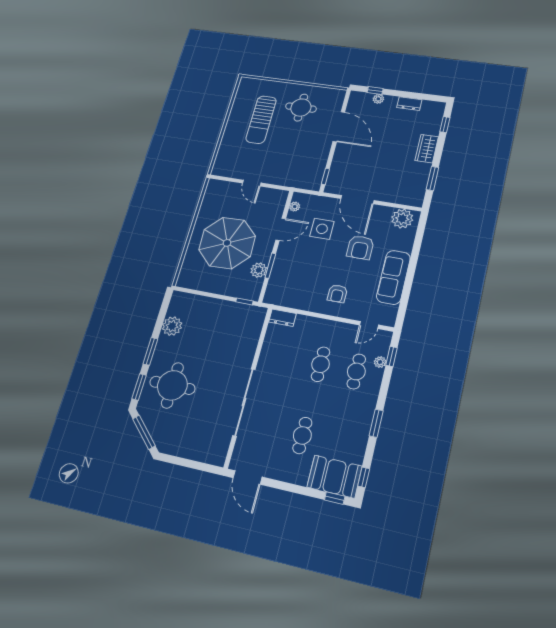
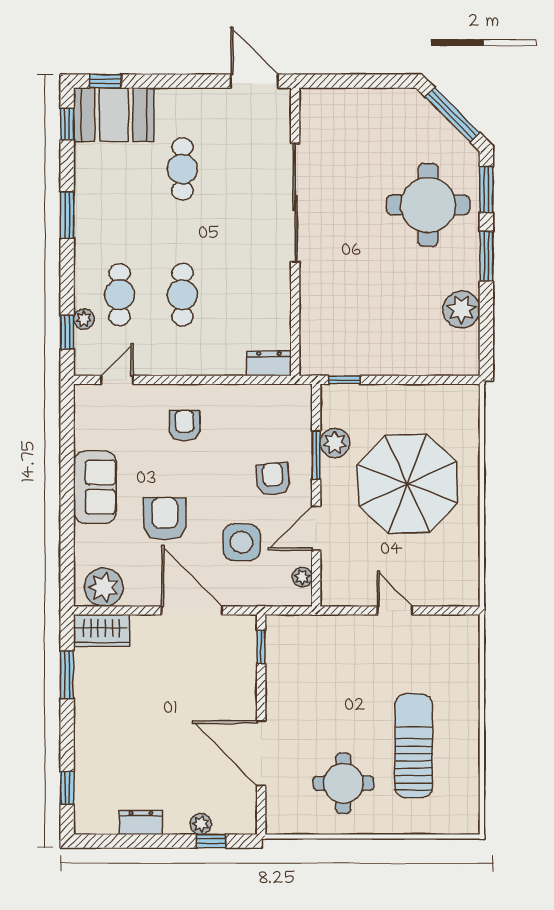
wardrobe: (427, 149) -> (101, 631), moved, turned 90
armchair: (297, 258) -> (273, 479), added
sofa: (393, 277) -> (95, 487), width x0.73

